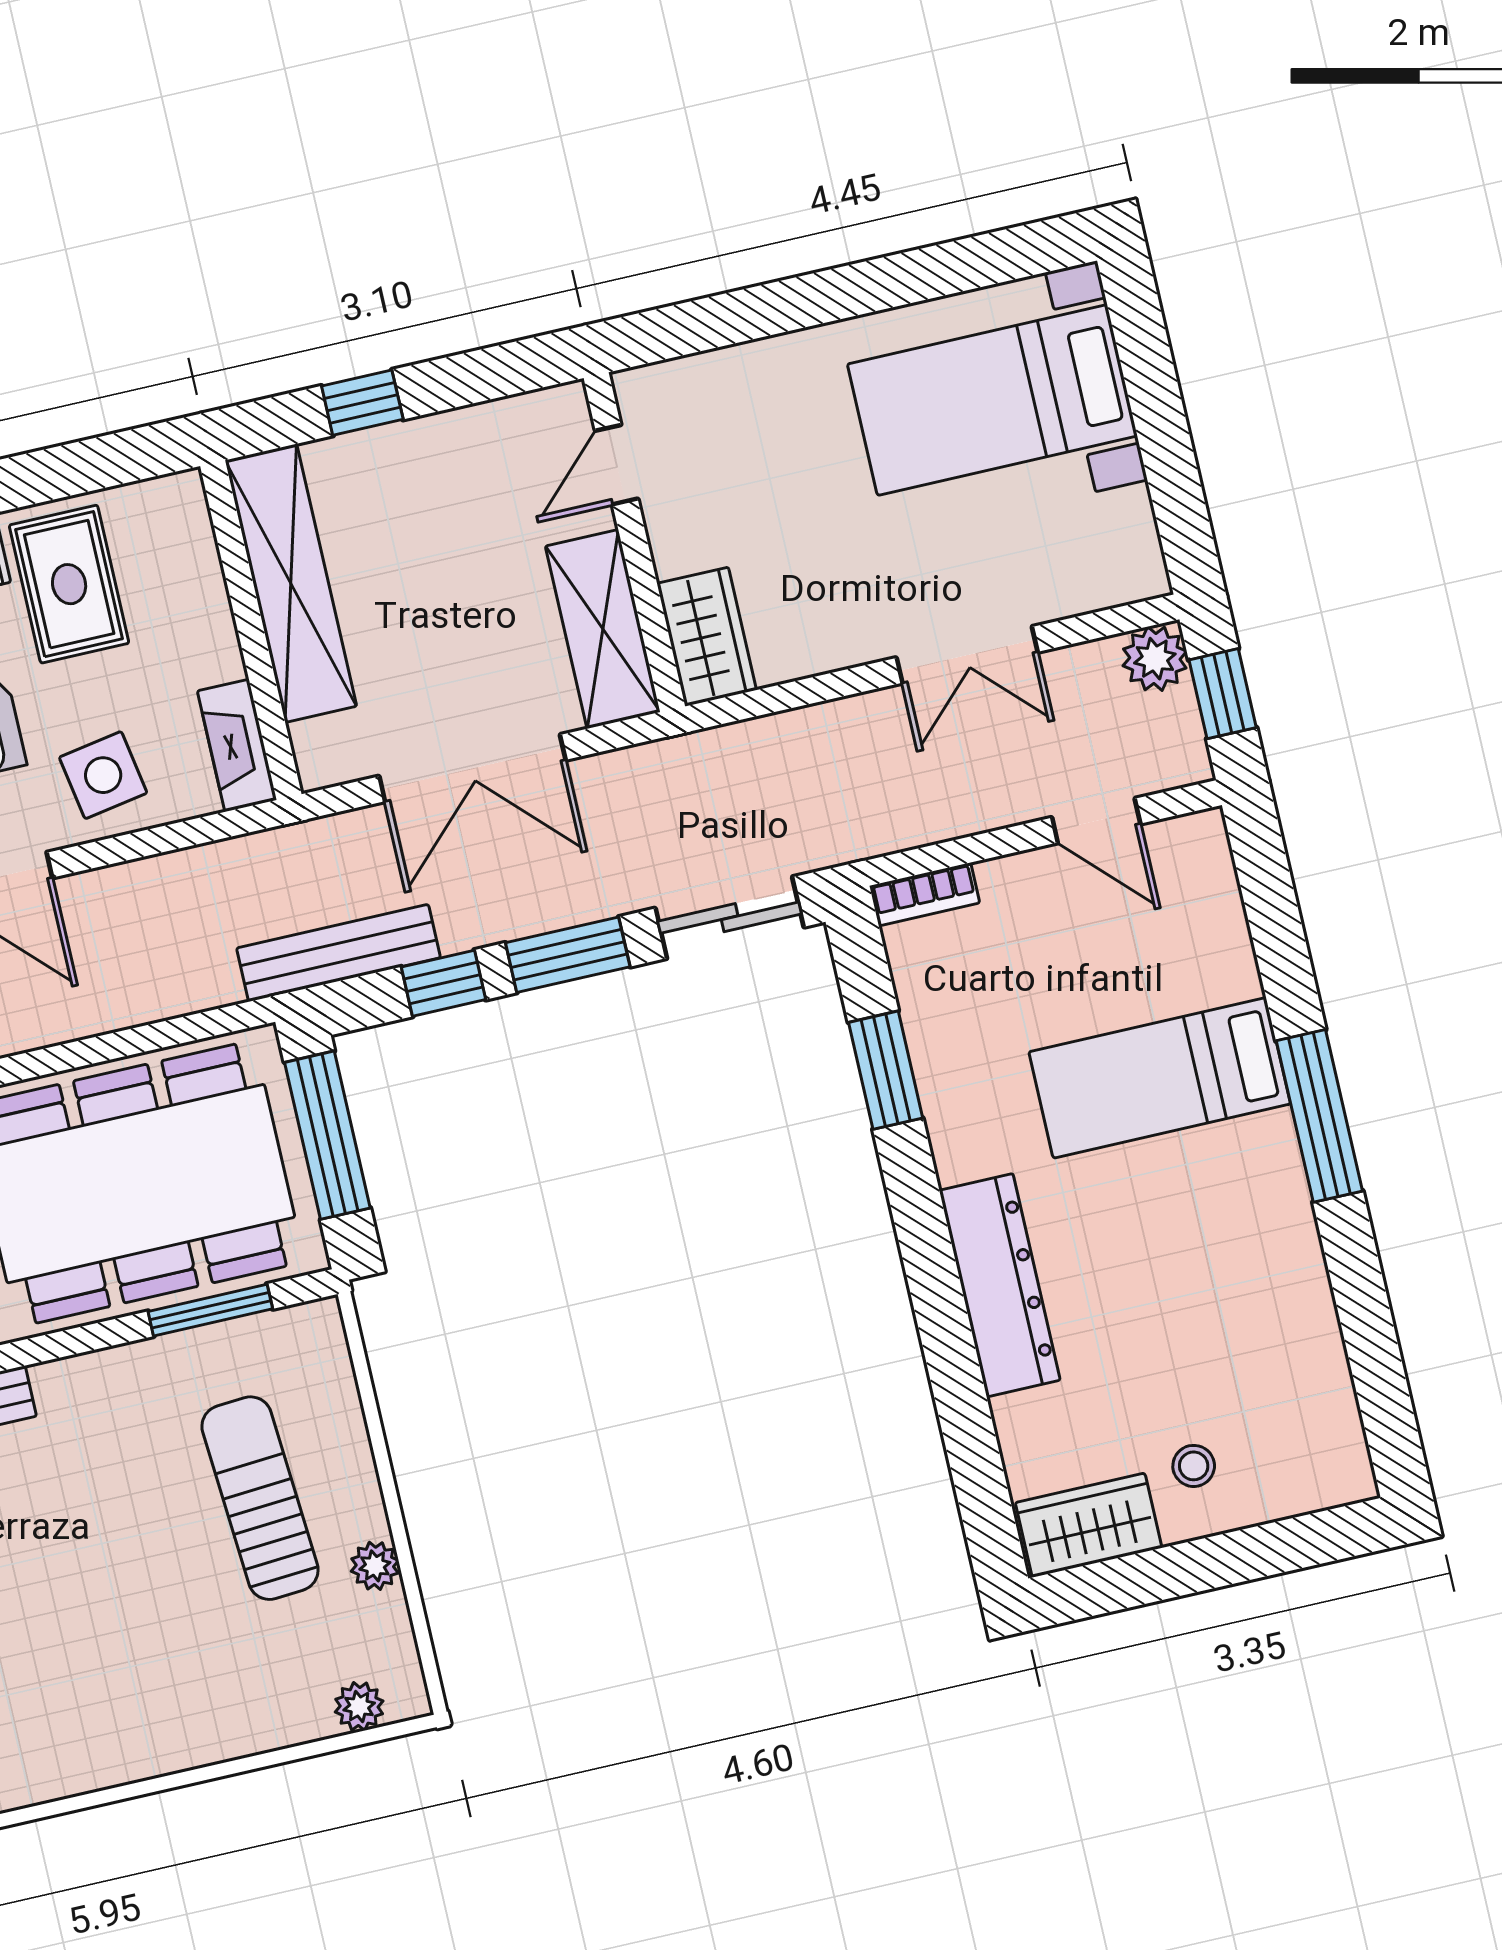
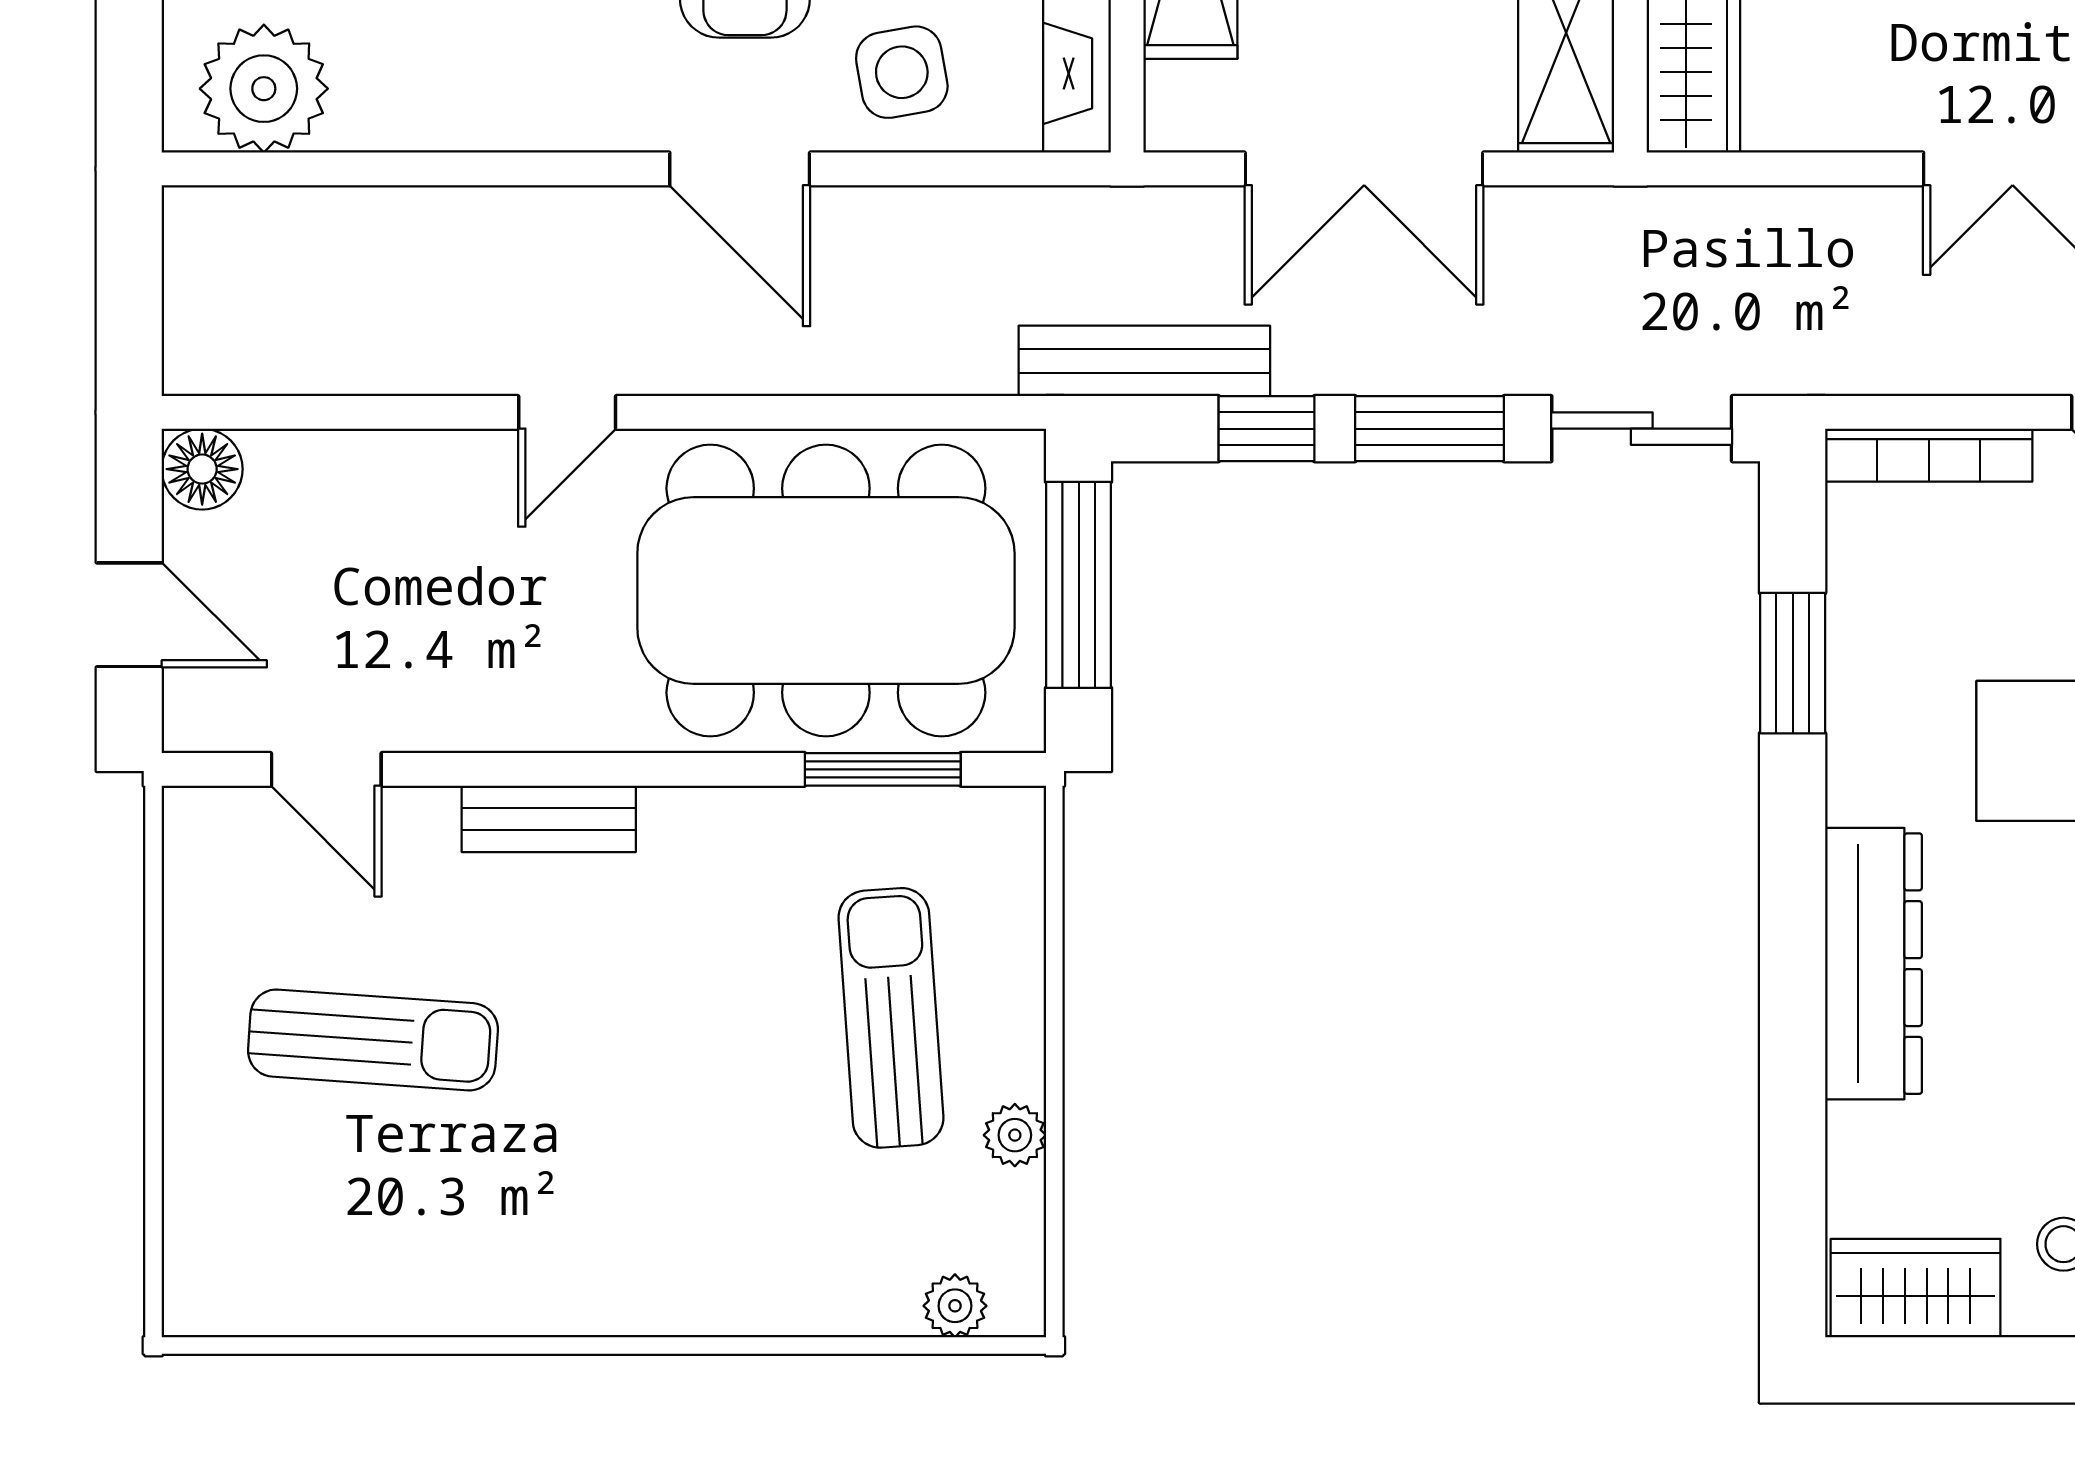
bookcase: (925, 894) -> (1929, 455), width x1.56

